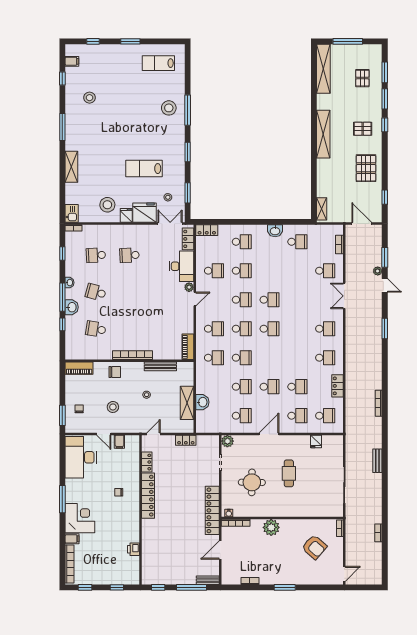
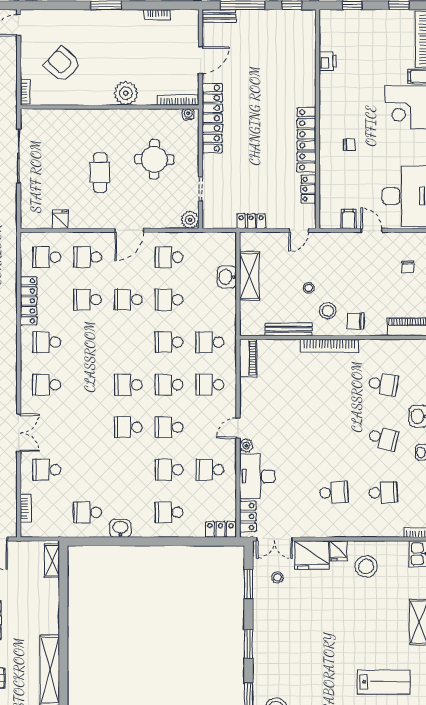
lab bench: (144, 169) -> (384, 682), moved
locker: (338, 386) -> (29, 301), width x1.53
stool: (113, 407) -> (328, 311), moved

